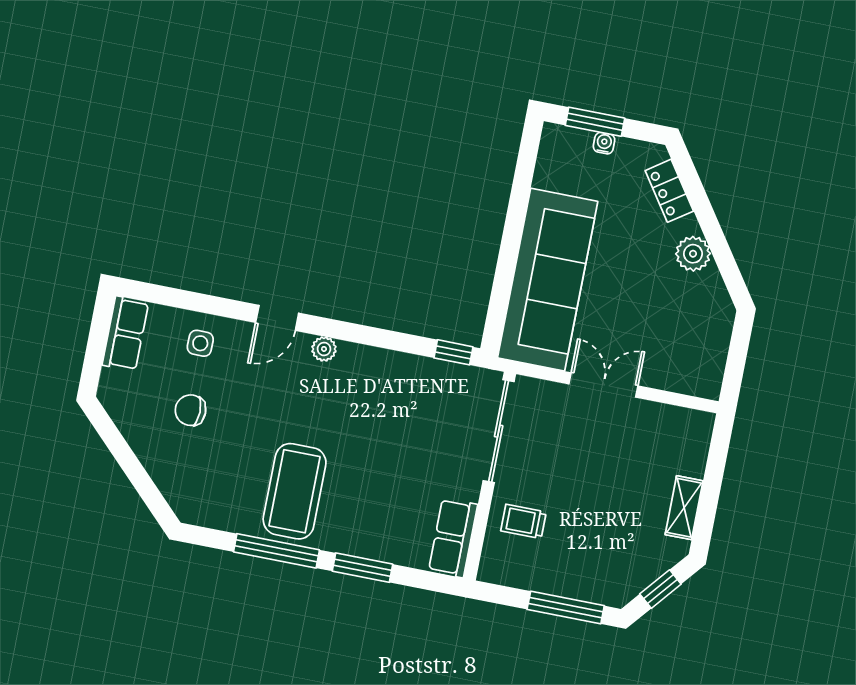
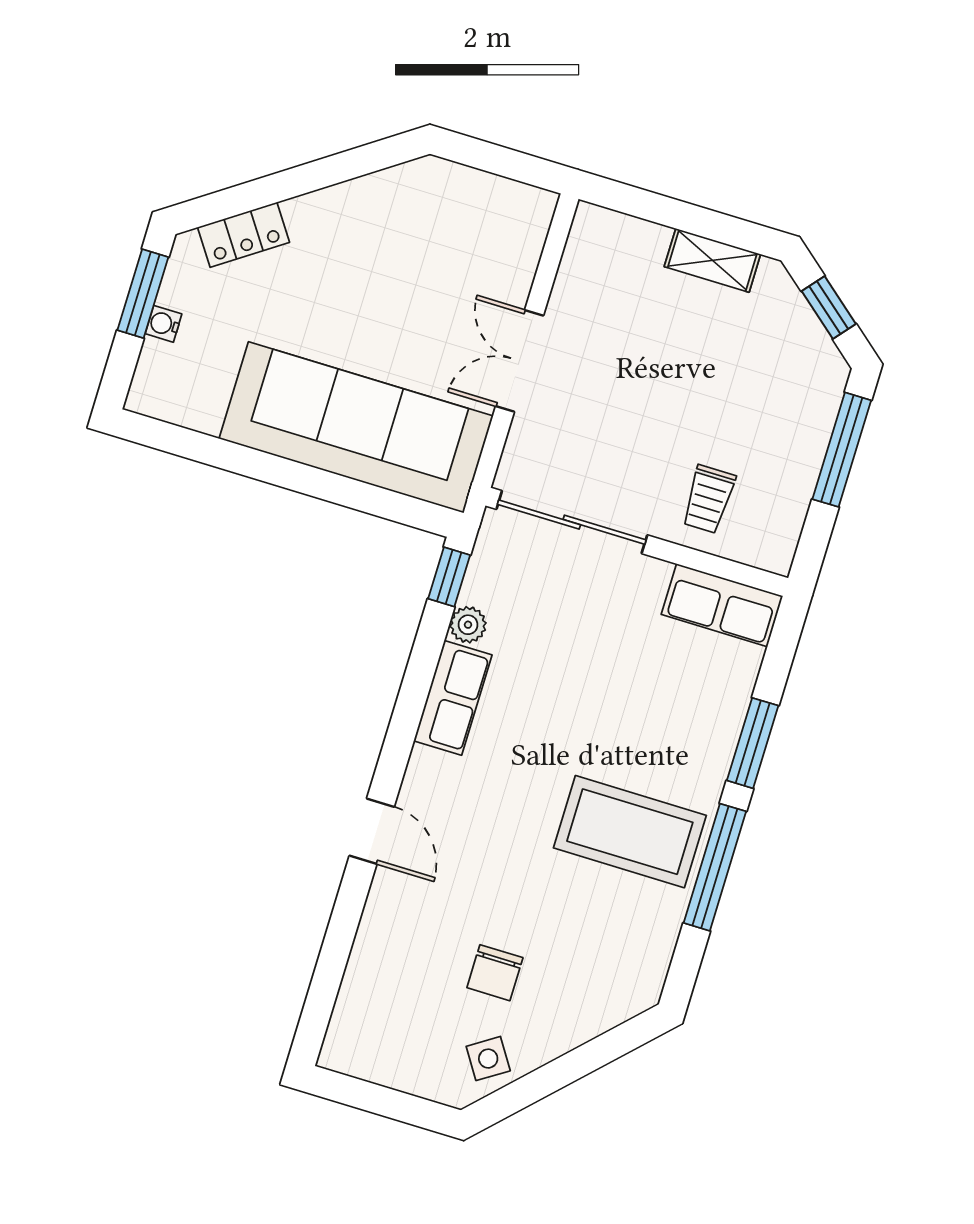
window: (595, 122) -> (143, 294), moved
plant: (693, 254) -> (340, 209), removed
row of seats: (125, 334) -> (453, 698), moved, turned 90
side table: (200, 343) -> (488, 1059), moved, turned -33
plant: (324, 349) -> (468, 625), moved

